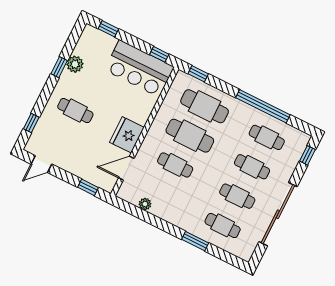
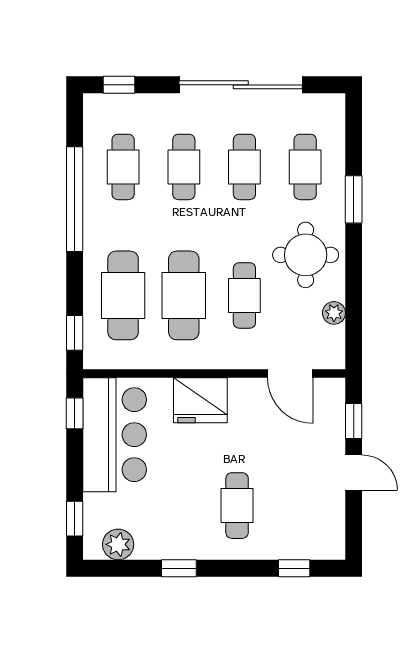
plant: (75, 64) -> (118, 544), moved
fridge: (127, 135) -> (200, 400), moved
door: (41, 164) -> (354, 473), moved
round table: (180, 204) -> (306, 255), added

